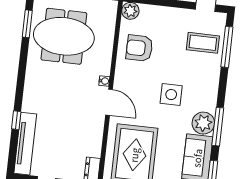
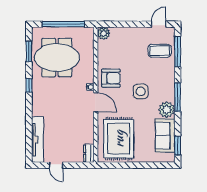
armchair: (139, 48) -> (111, 78), moved, turned 180
window: (16, 120) -> (29, 85), moved
window: (218, 127) -> (178, 97), moved

